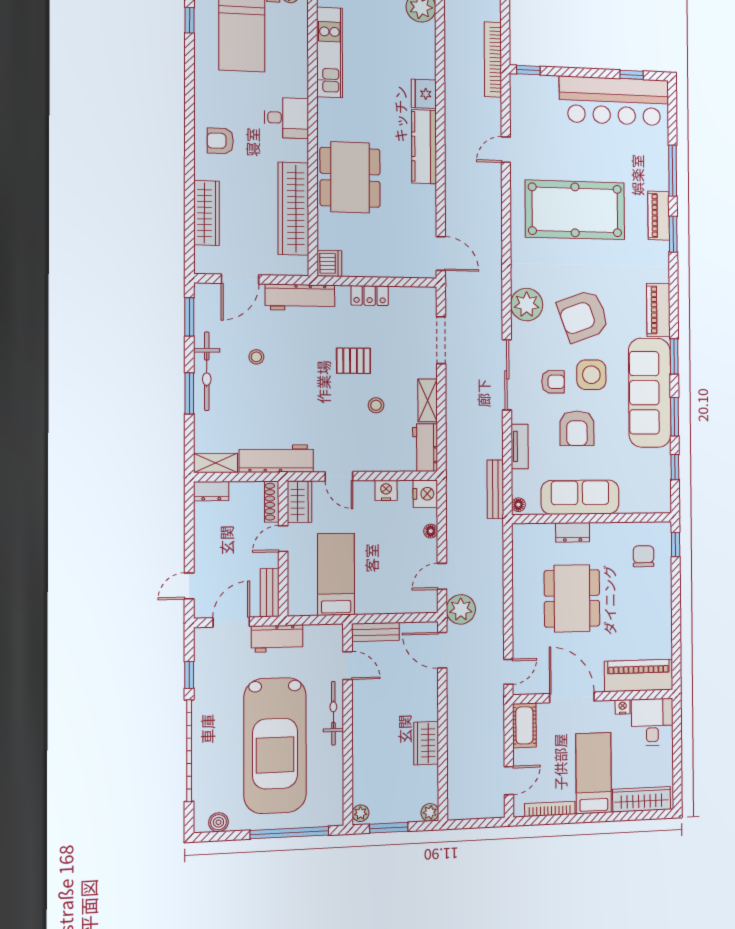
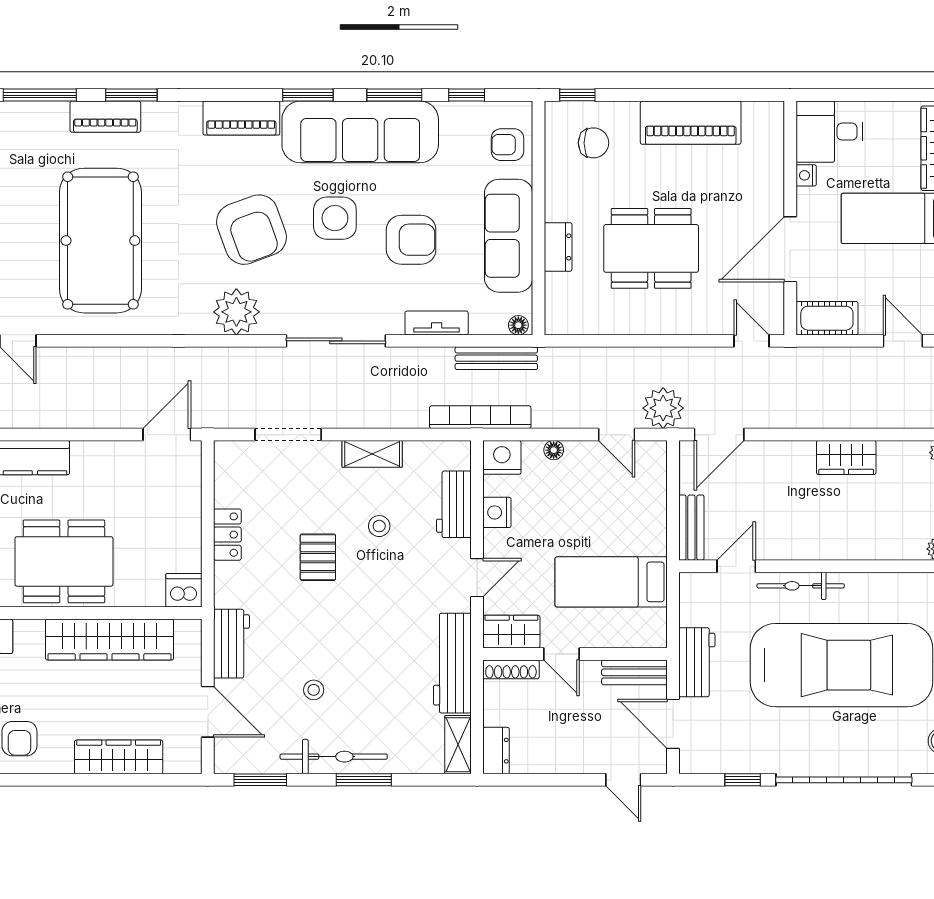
workbench: (300, 297) -> (231, 644), width x0.73
armchair: (553, 382) -> (507, 145), moved, turned -90
workbench: (425, 448) -> (454, 504), moved, turned 90
bookcase: (454, 478) -> (480, 417), added
chair: (644, 556) -> (593, 143), turned 180
piano: (639, 675) -> (691, 123), moved, turned -90

